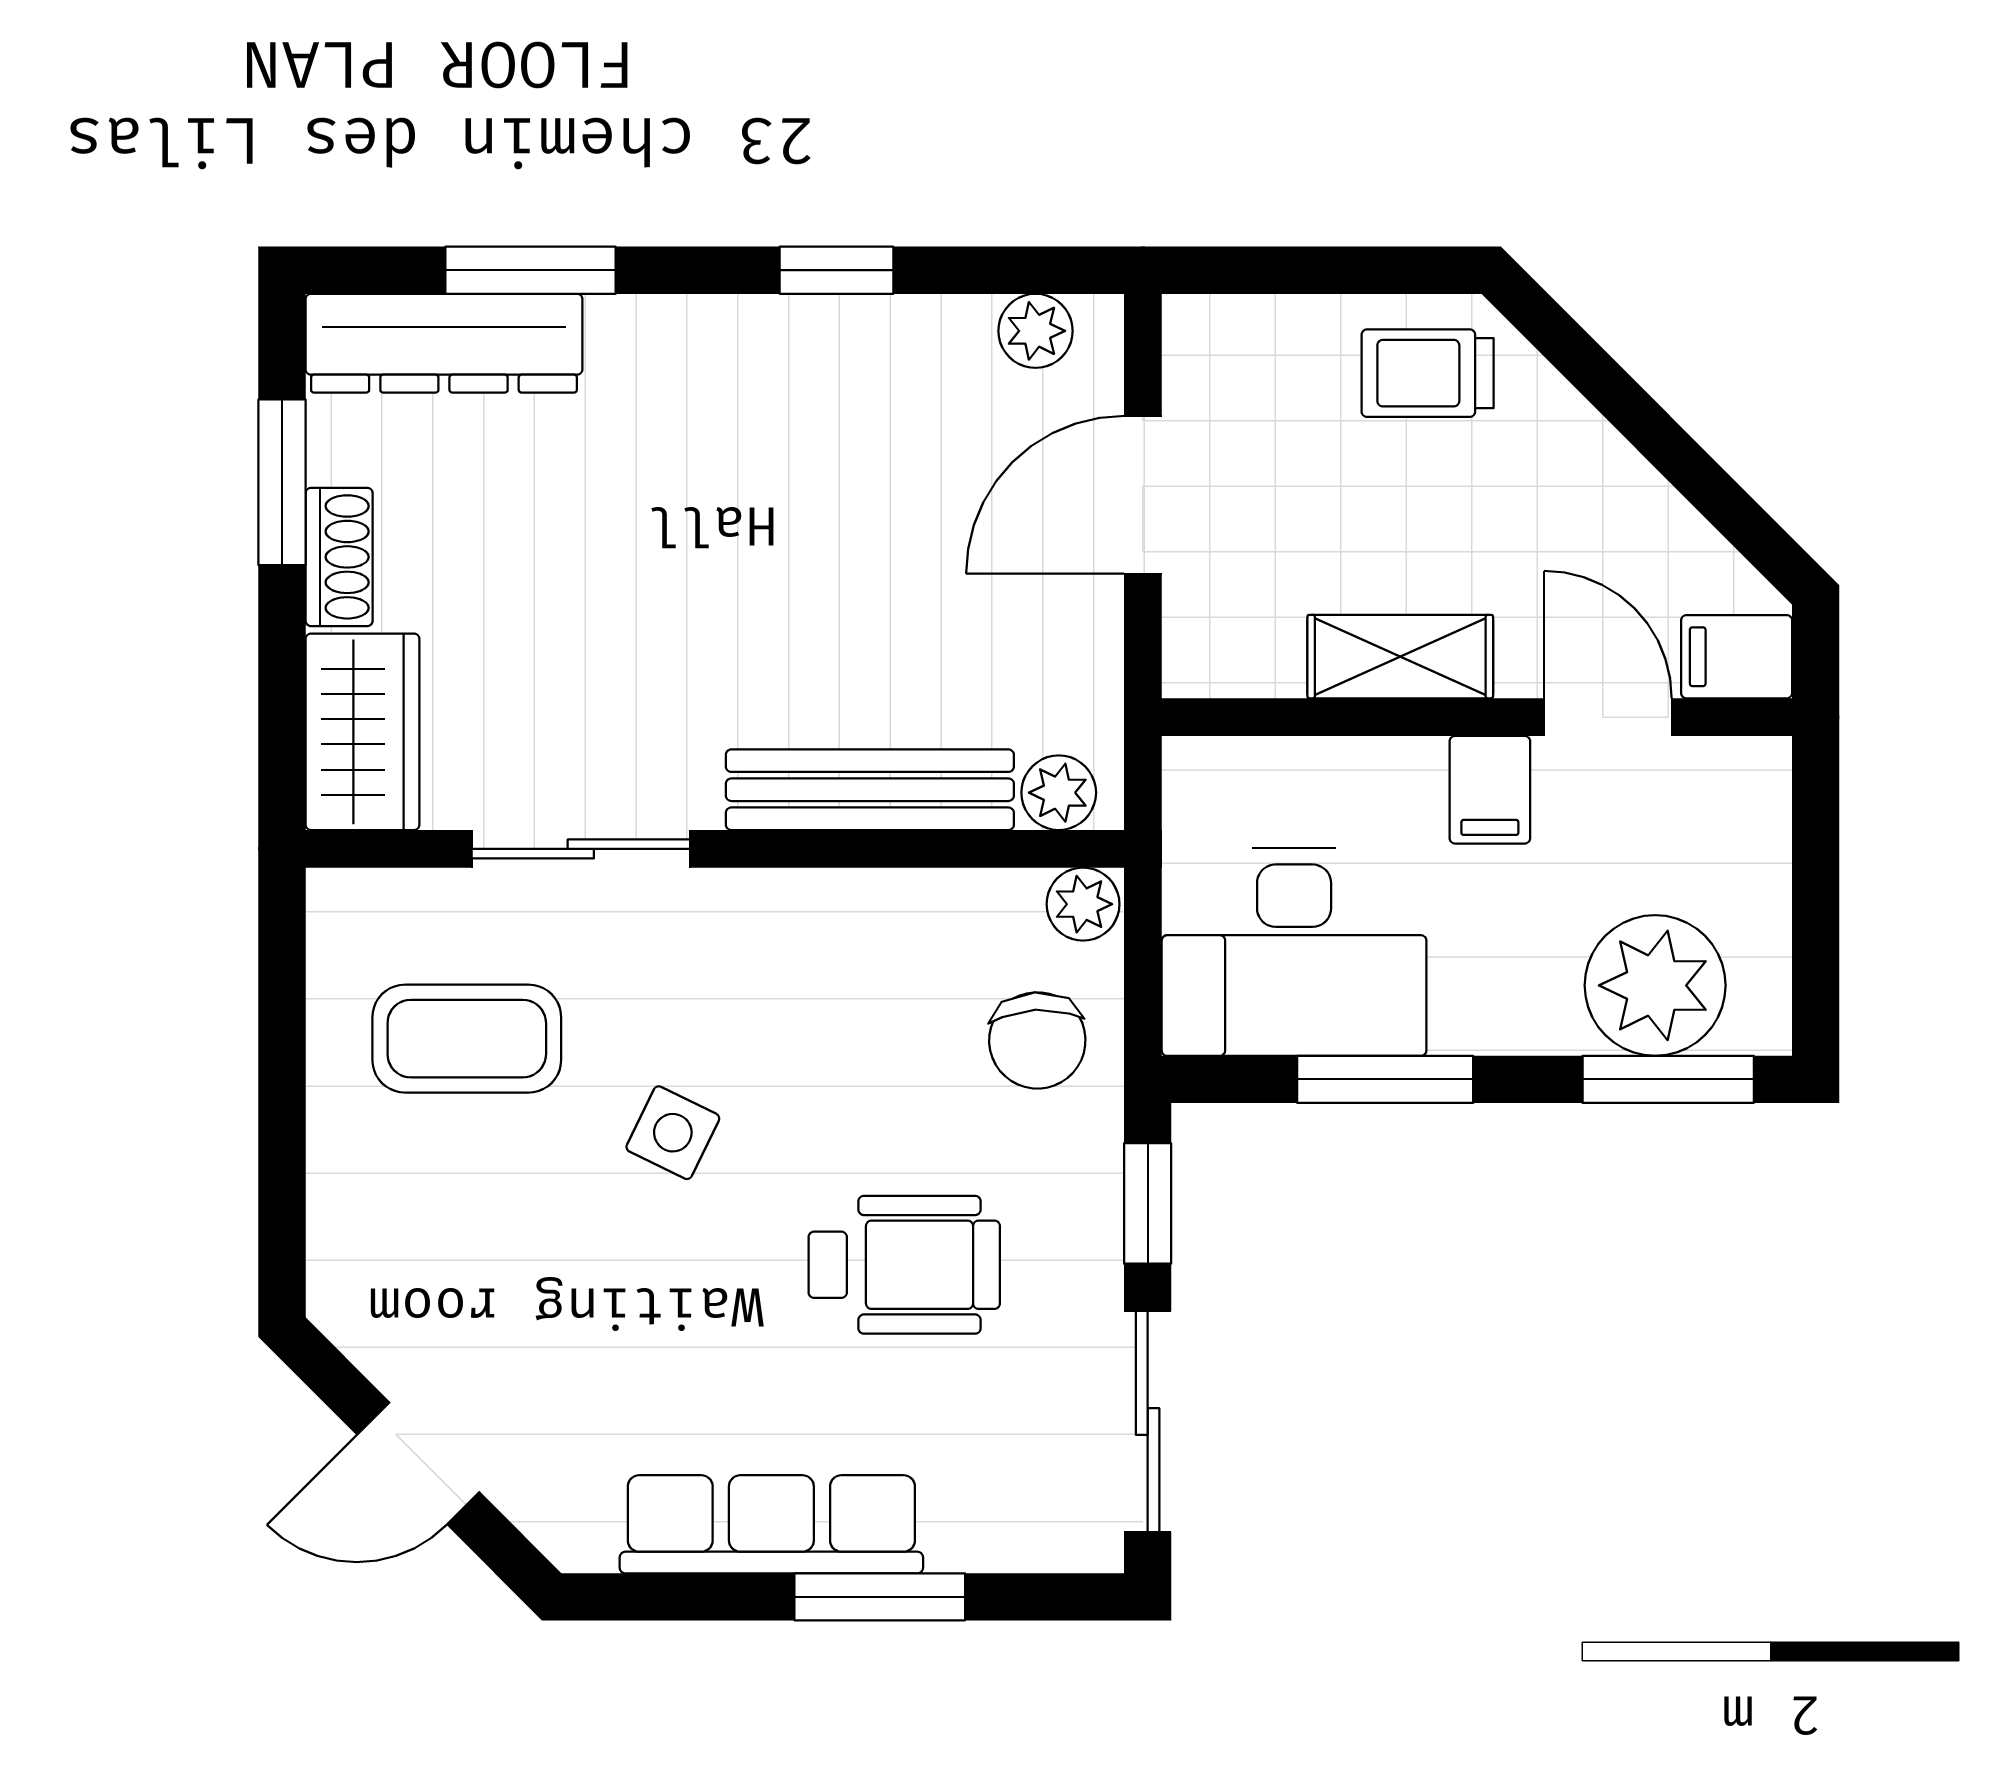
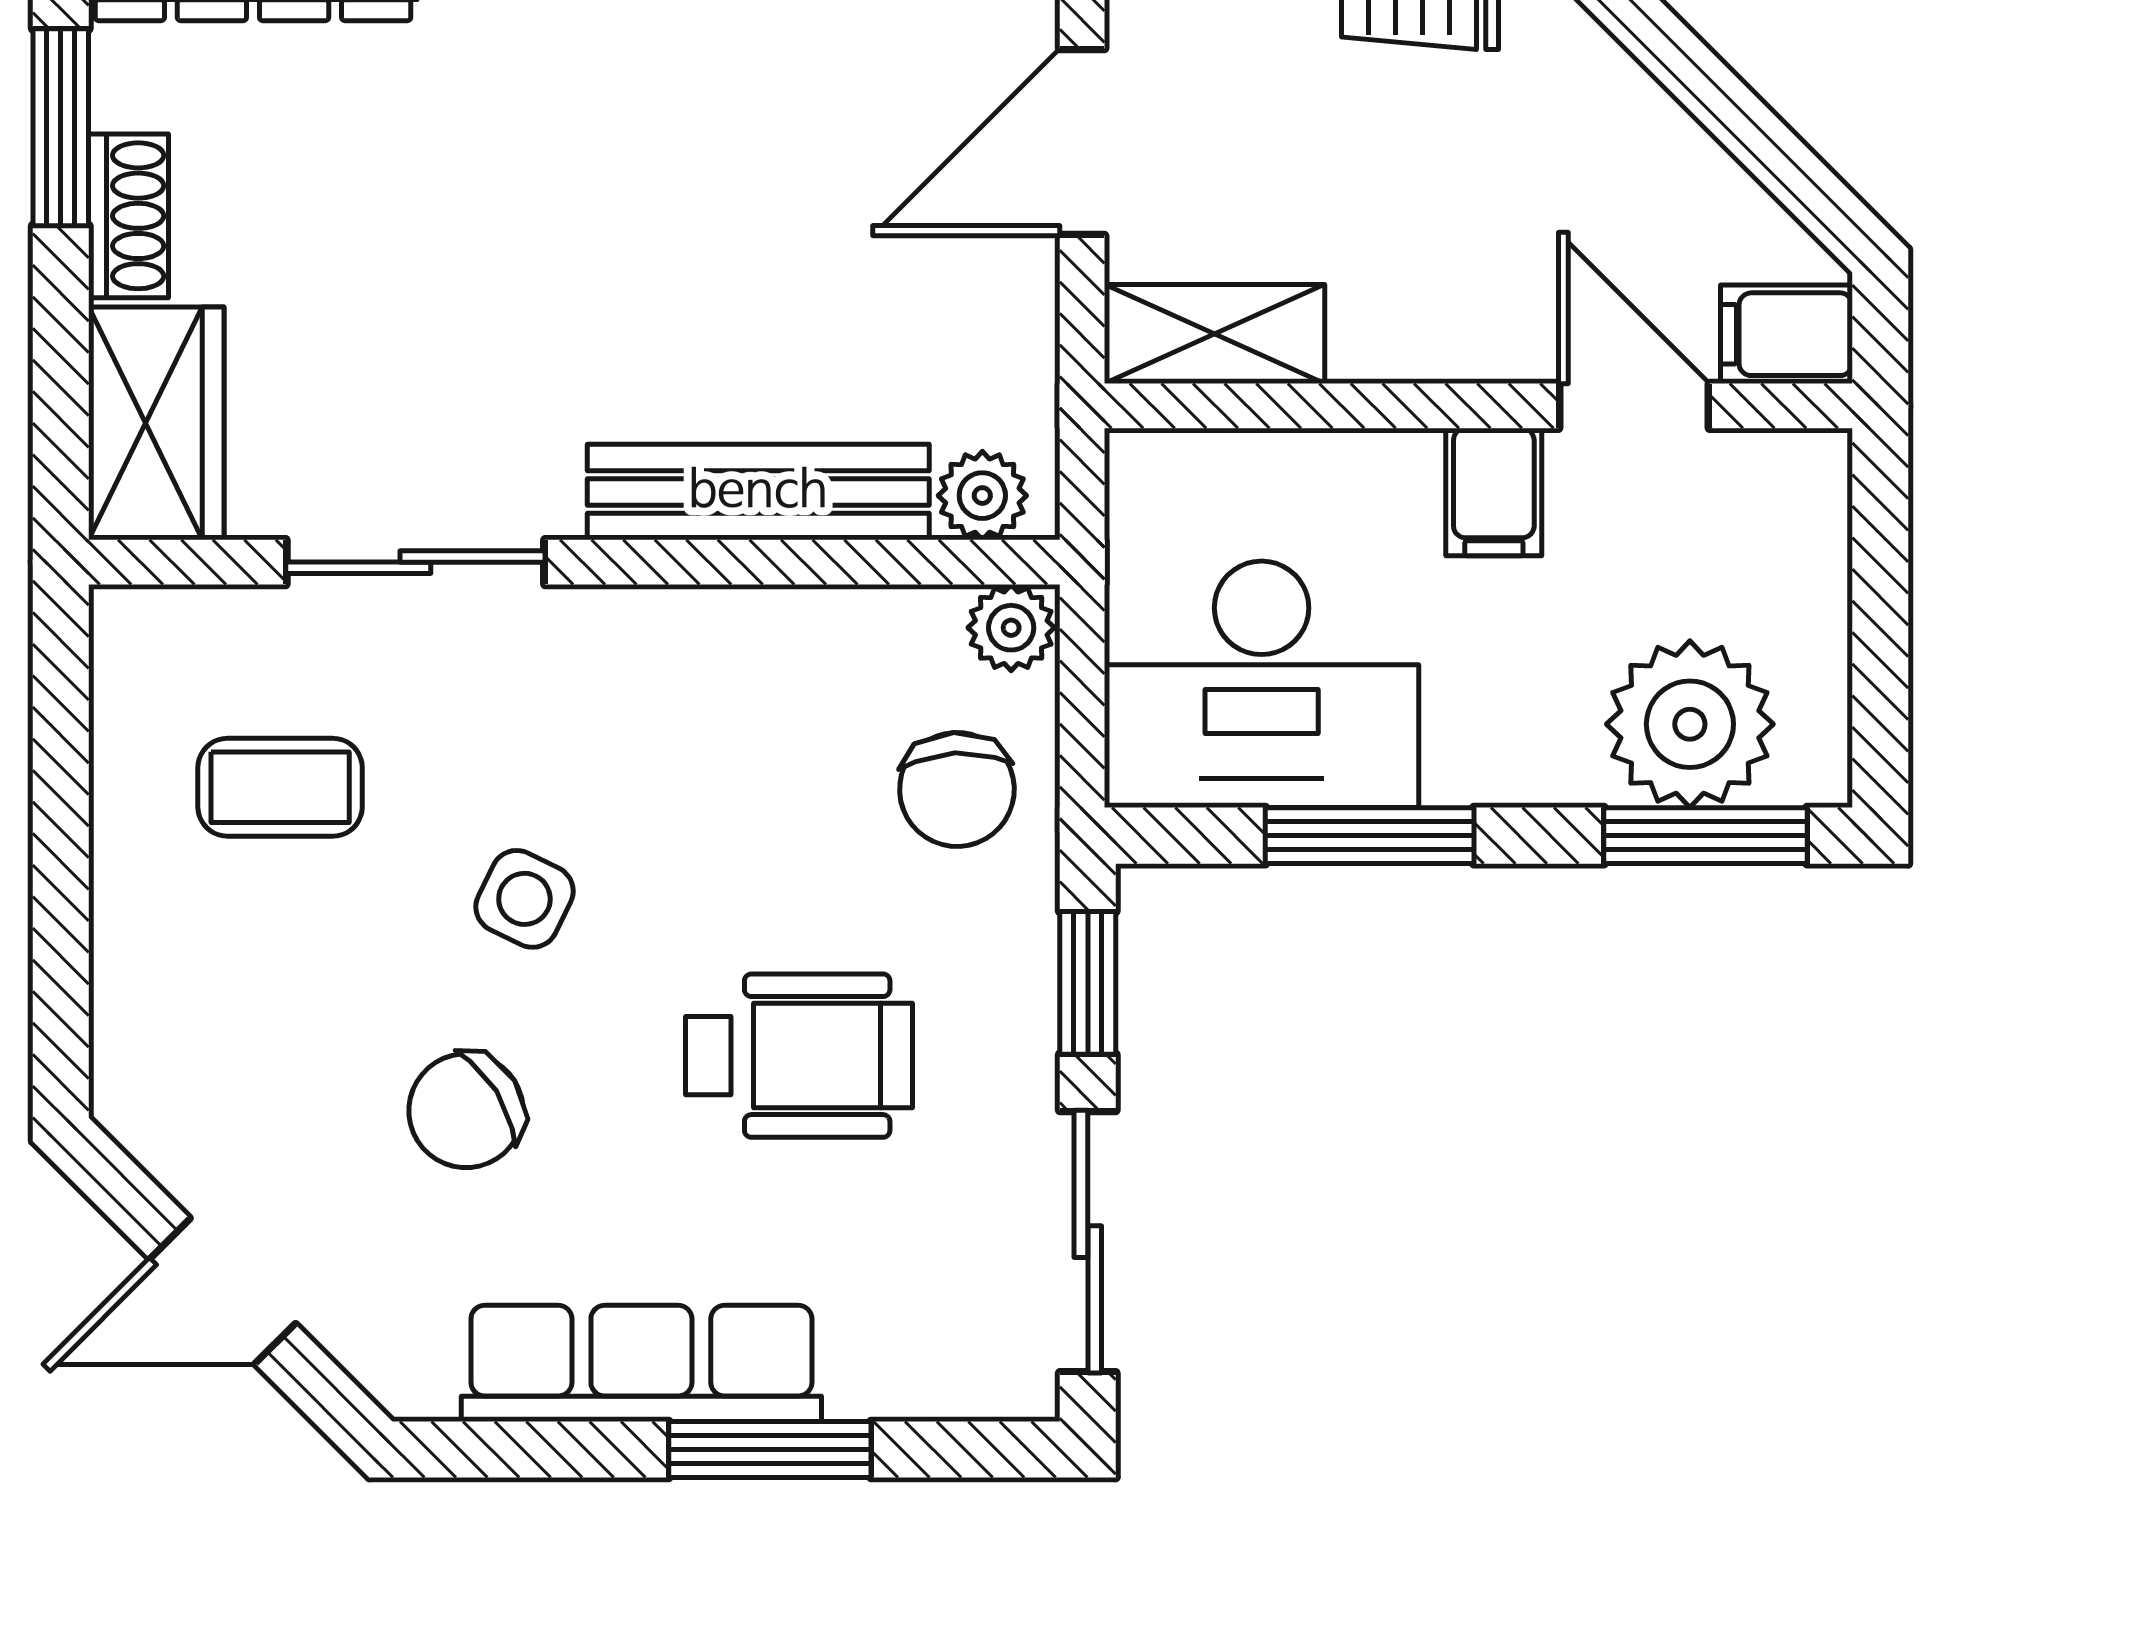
shelving: (1400, 657) -> (1215, 334), moved
coffee table: (467, 1039) -> (280, 787), width x0.73, depth x0.77
chair: (623, 1311) -> (466, 1111), added

